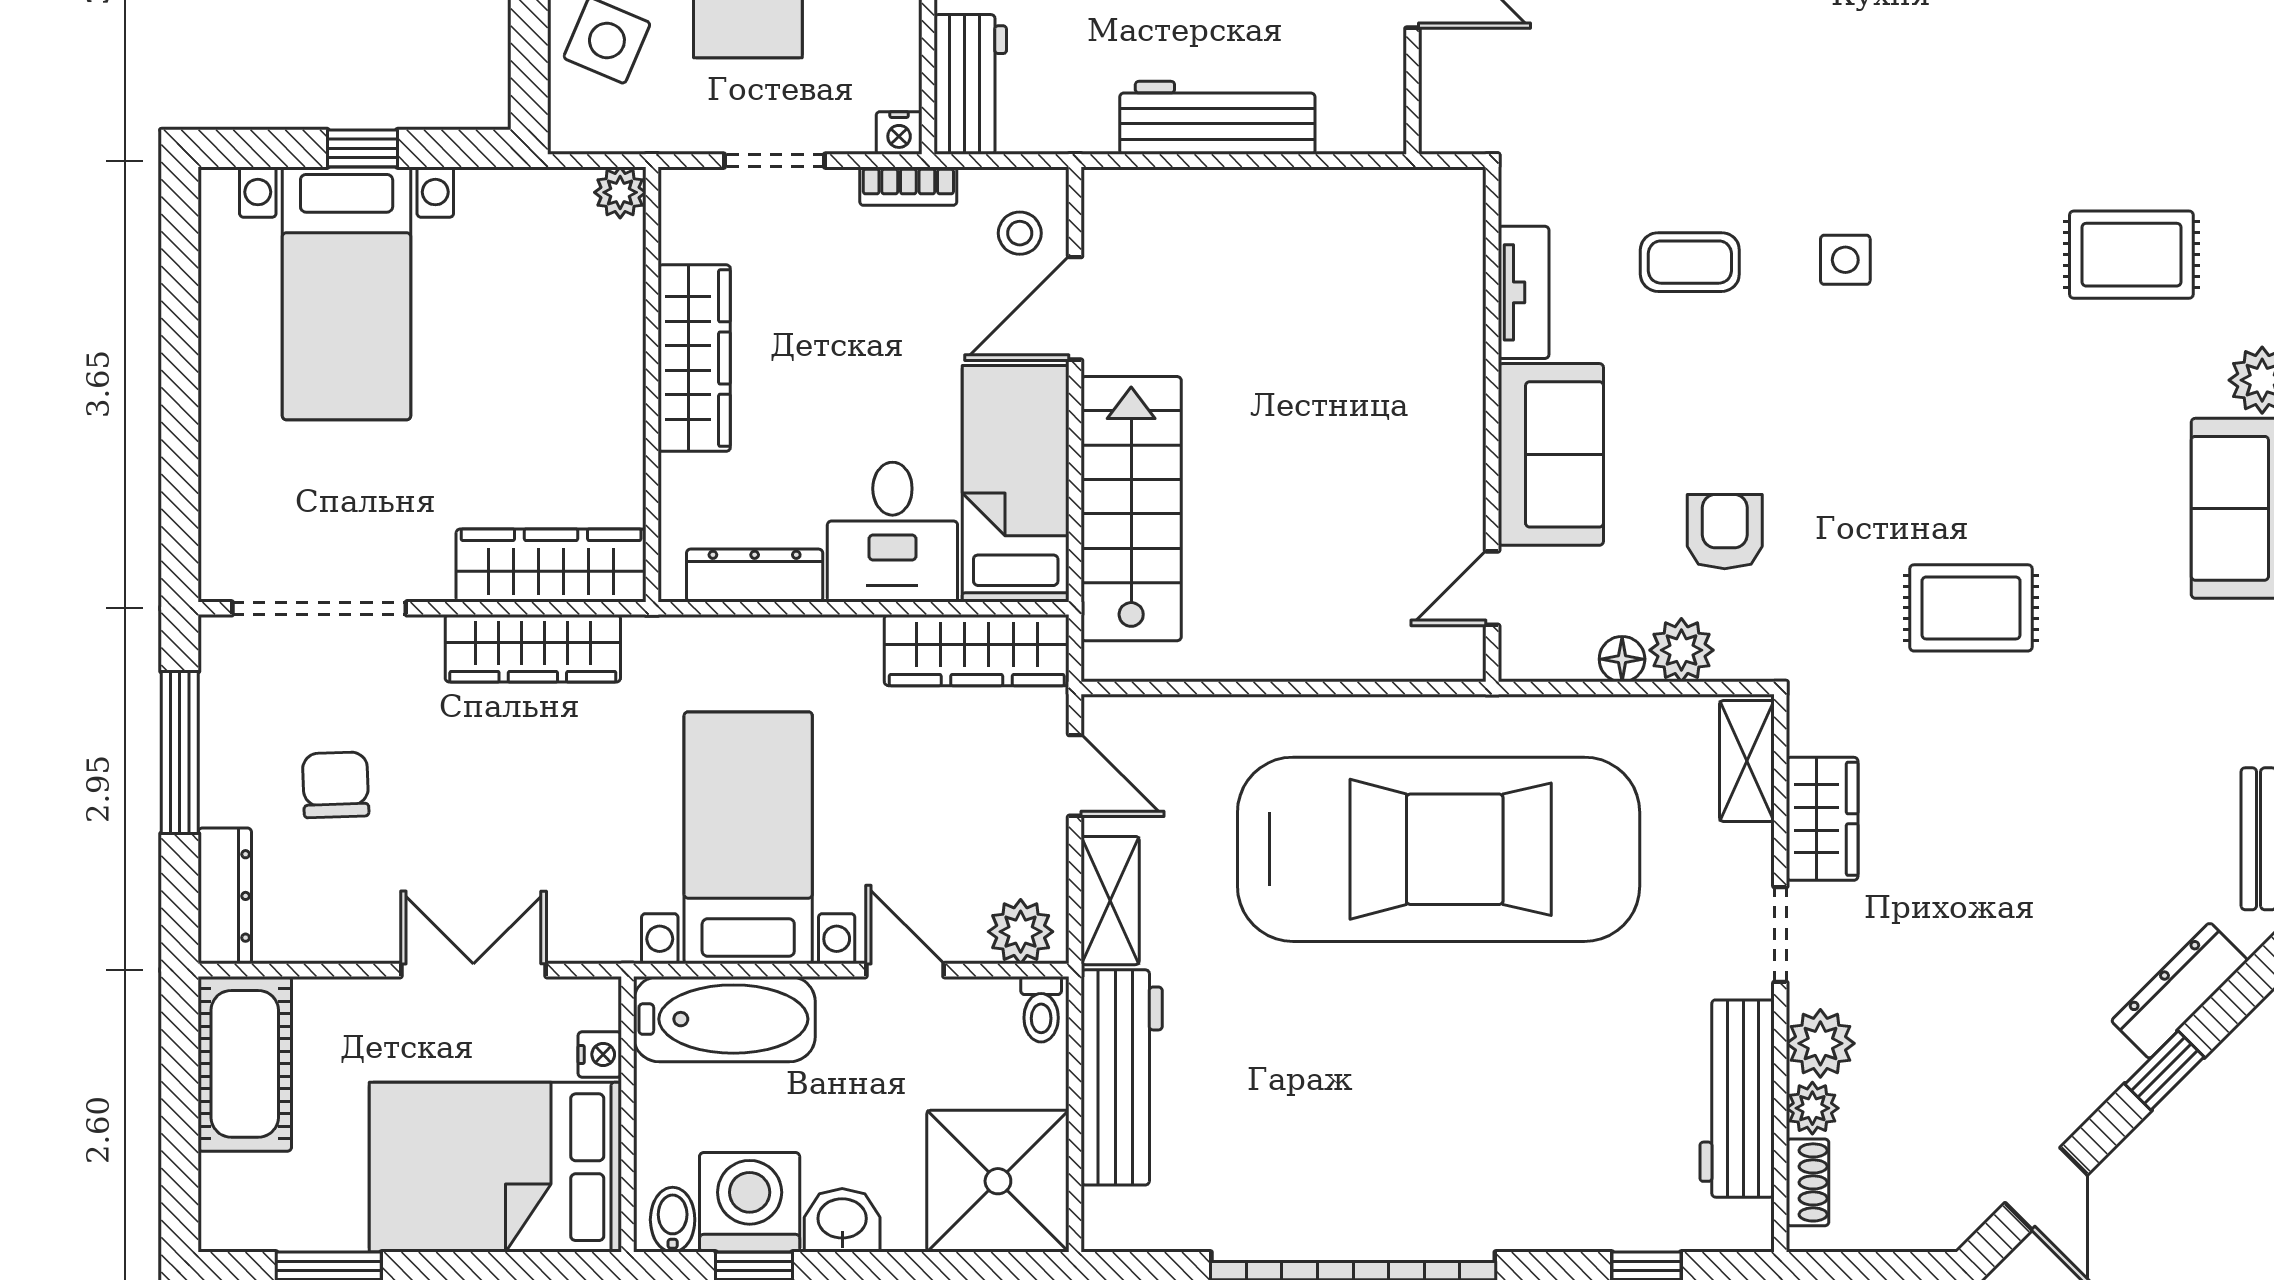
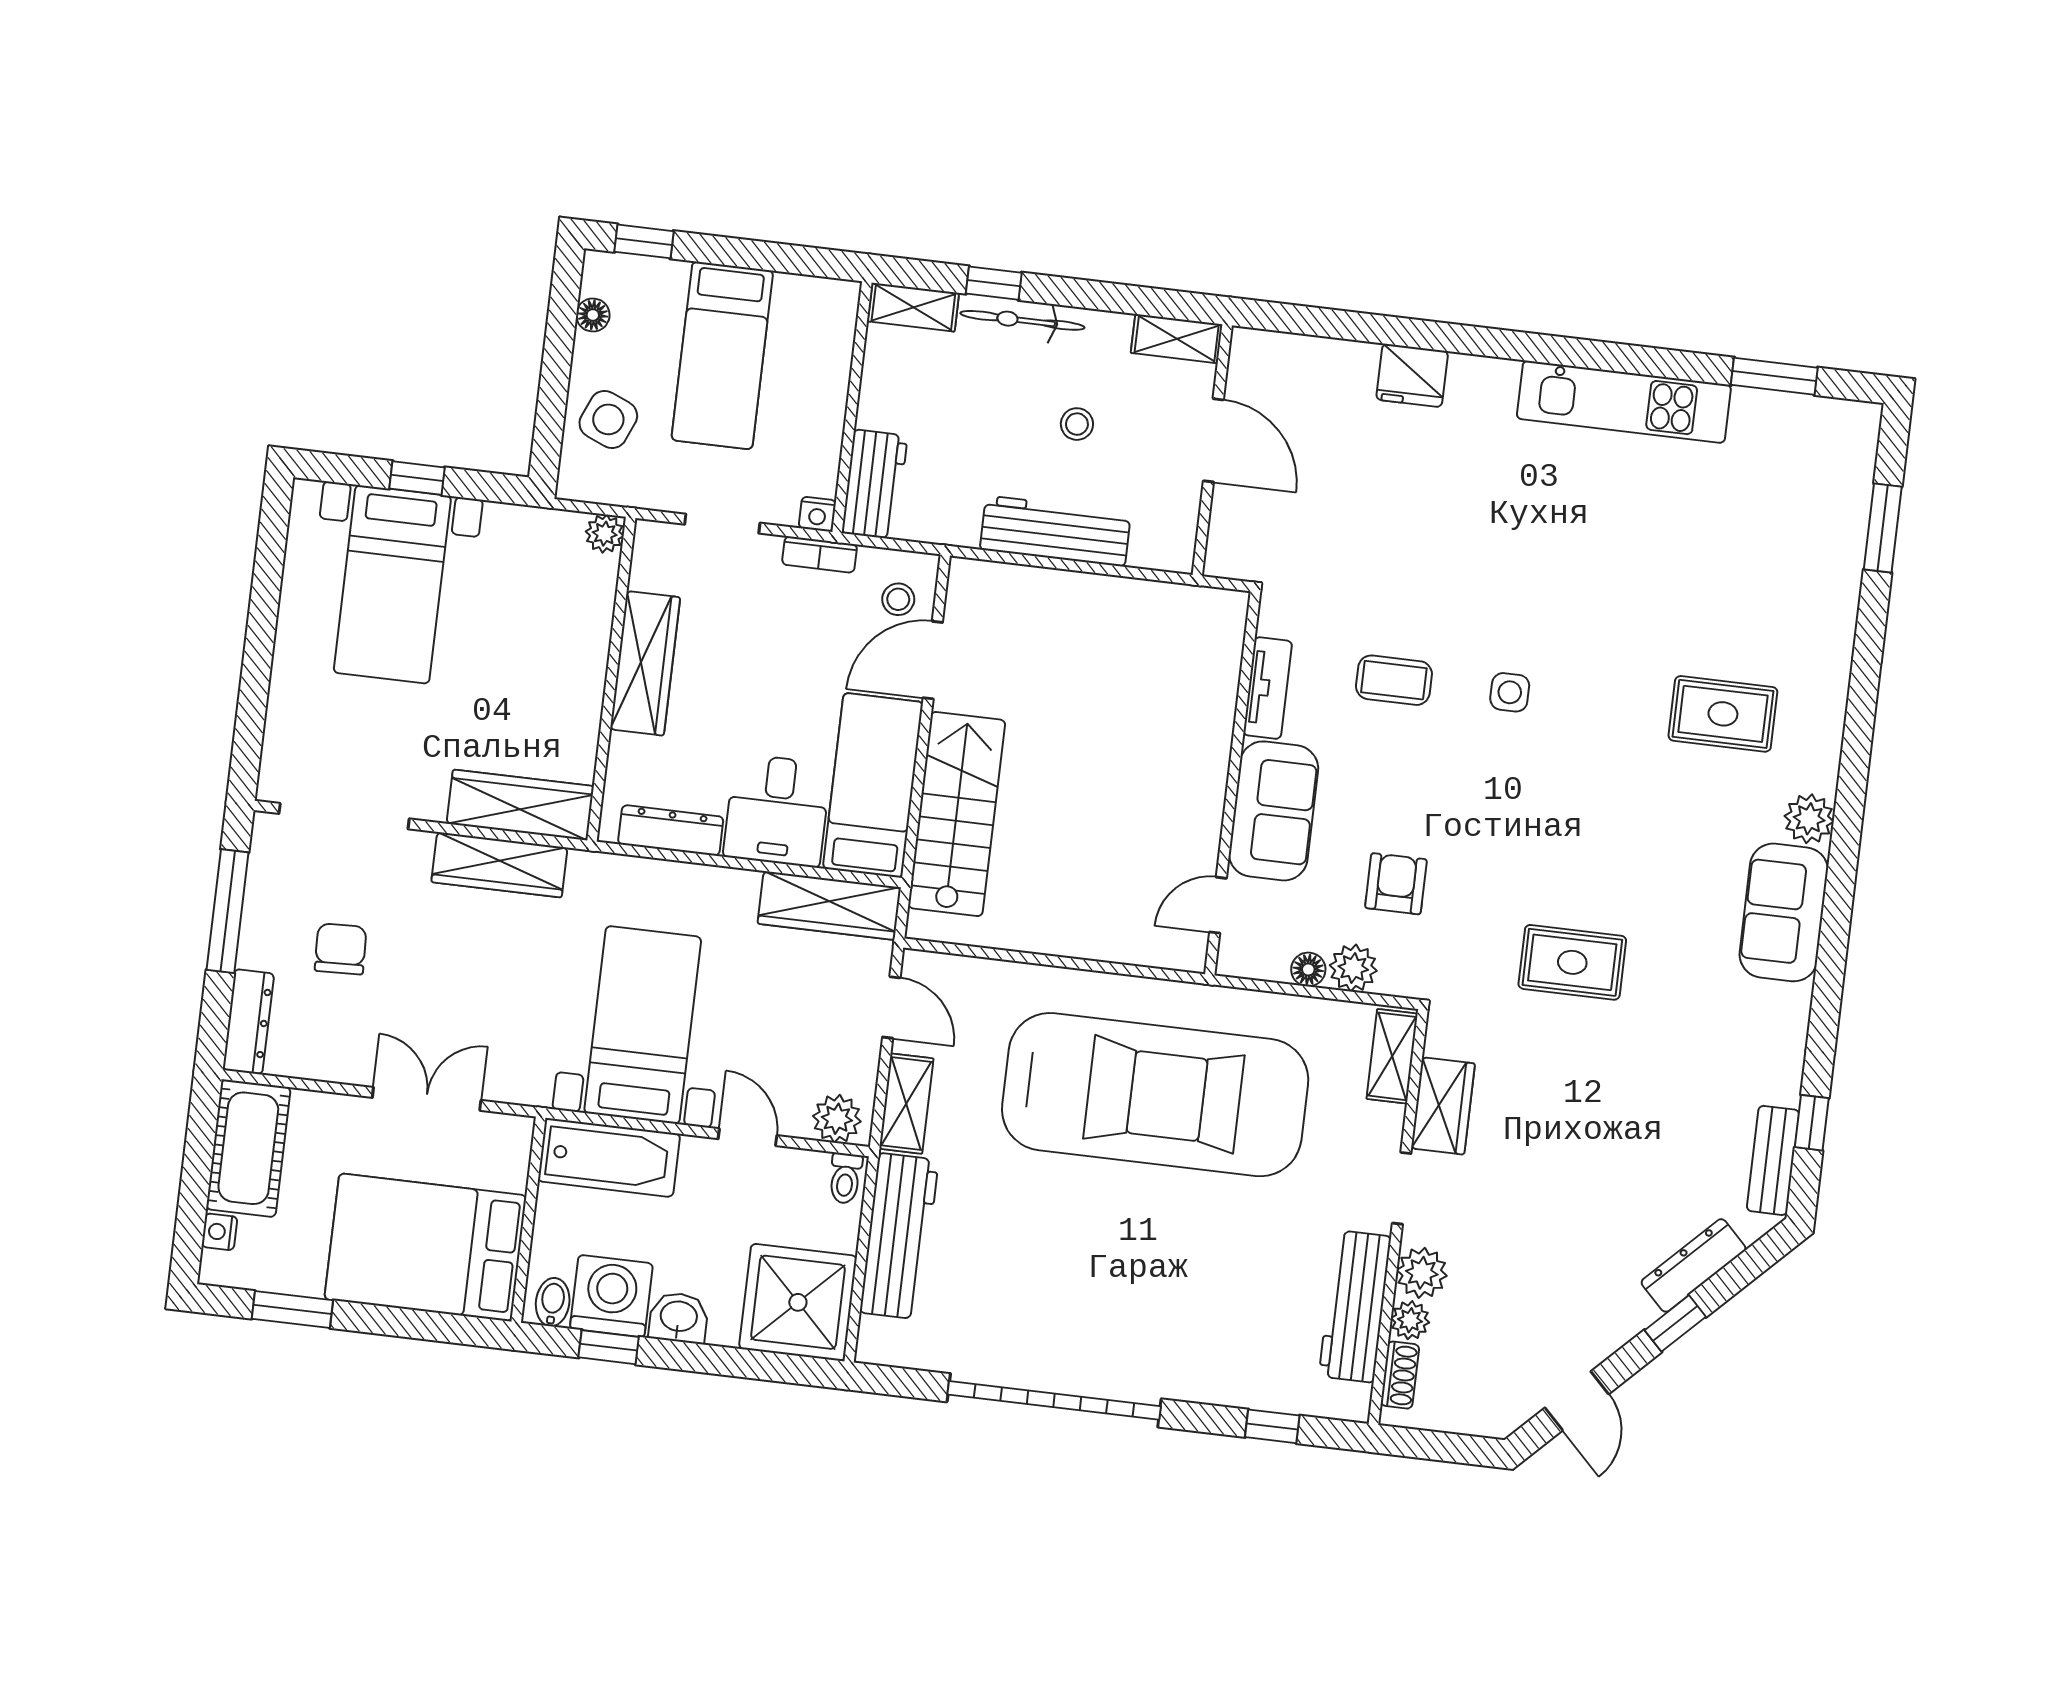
nightstand: (600, 1054) -> (219, 1232), moved, turned 180

